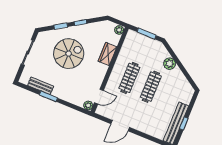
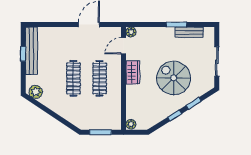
spiral stairs: (69, 54) -> (174, 78), turned 90
wardrobe: (107, 54) -> (133, 72), moved
plant: (170, 64) -> (36, 92), moved

